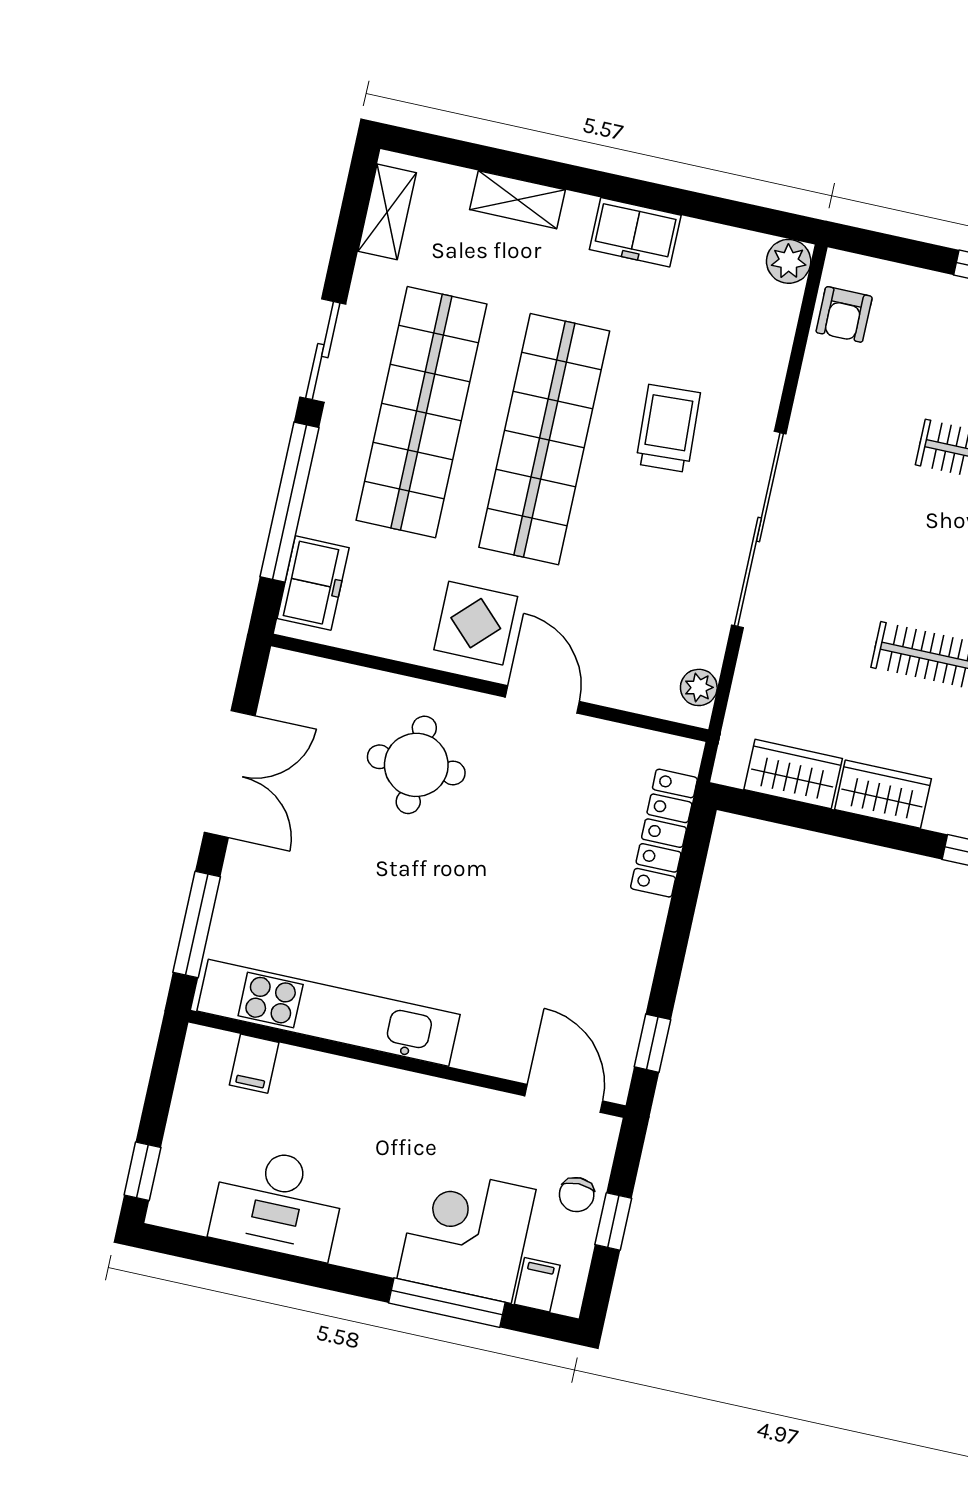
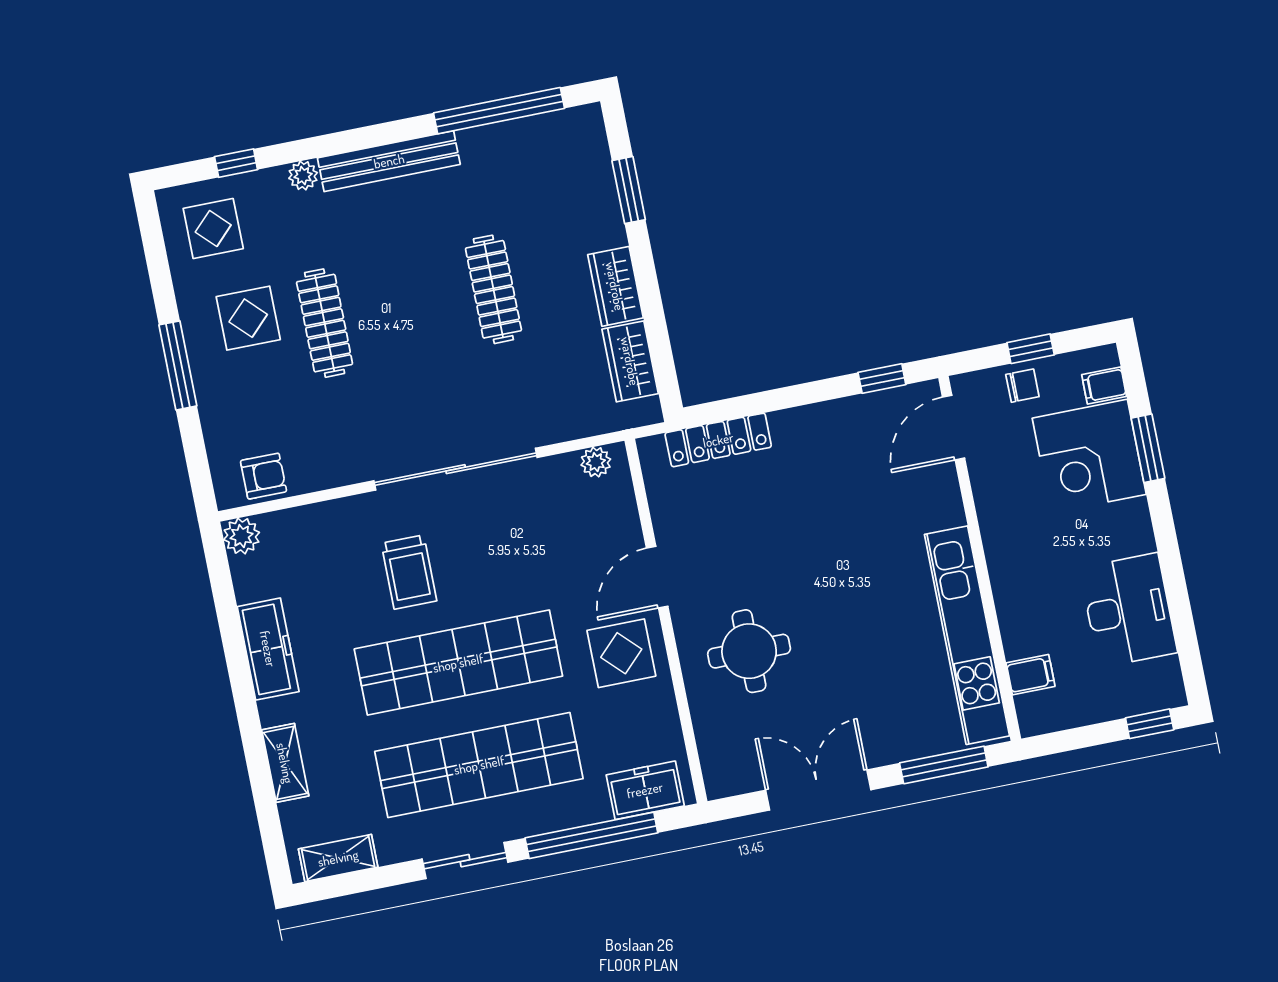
freezer: (635, 232) -> (268, 649), width x1.40
trolley: (668, 428) -> (409, 572), turned -87
window: (447, 1303) -> (1148, 448), width x0.69

